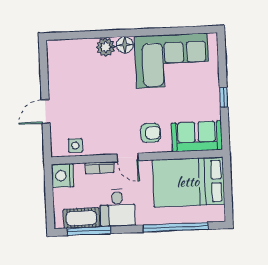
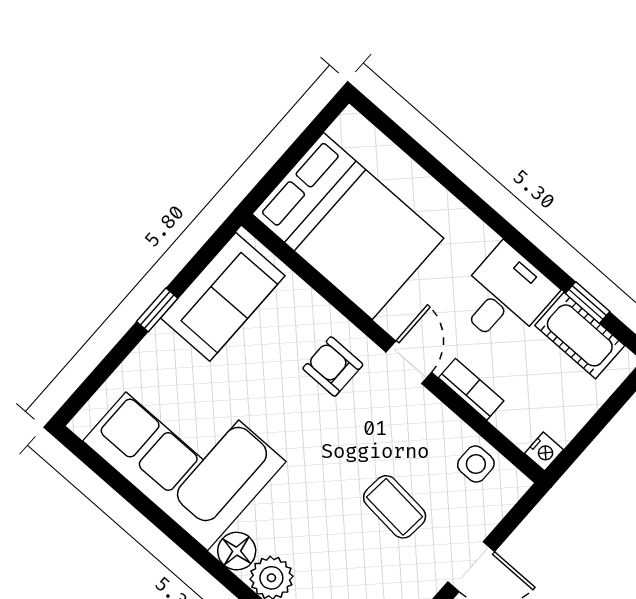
coffee table: (88, 107) -> (395, 507), added
sofa: (197, 136) -> (223, 297), moved, turned -90
nightstand: (62, 176) -> (544, 451), width x0.53, depth x0.56
window: (176, 227) -> (440, 173), removed
window: (89, 231) -> (588, 302), width x0.46

